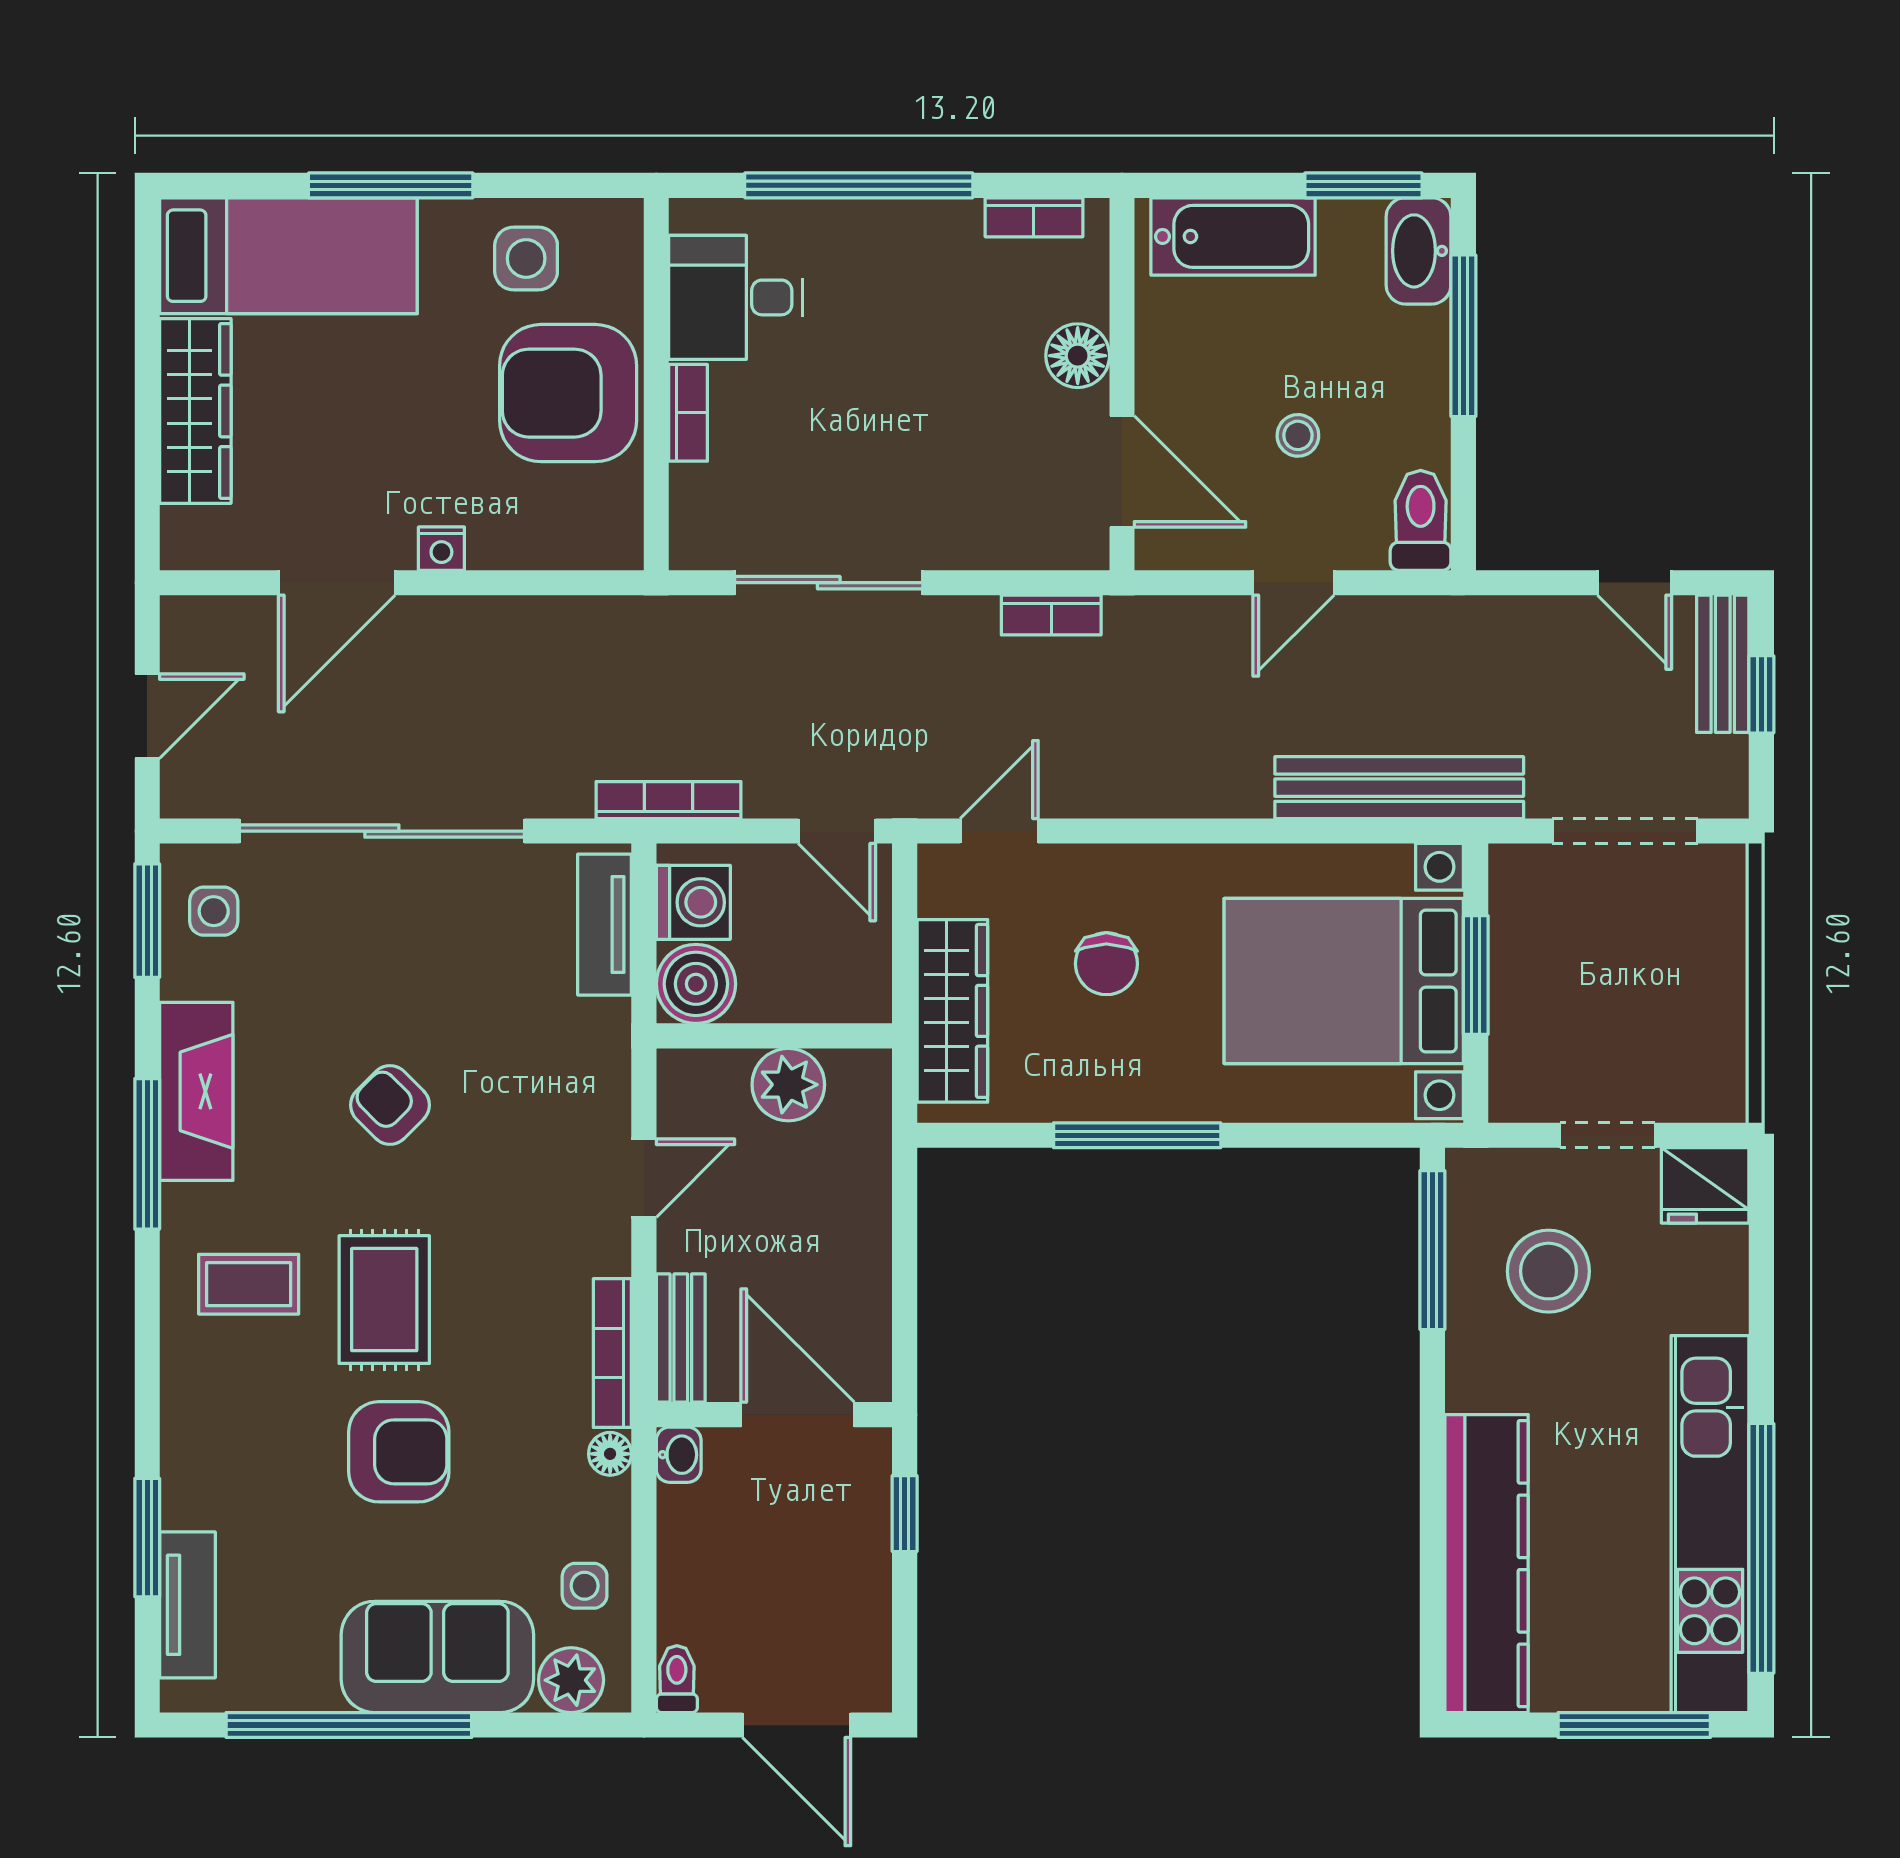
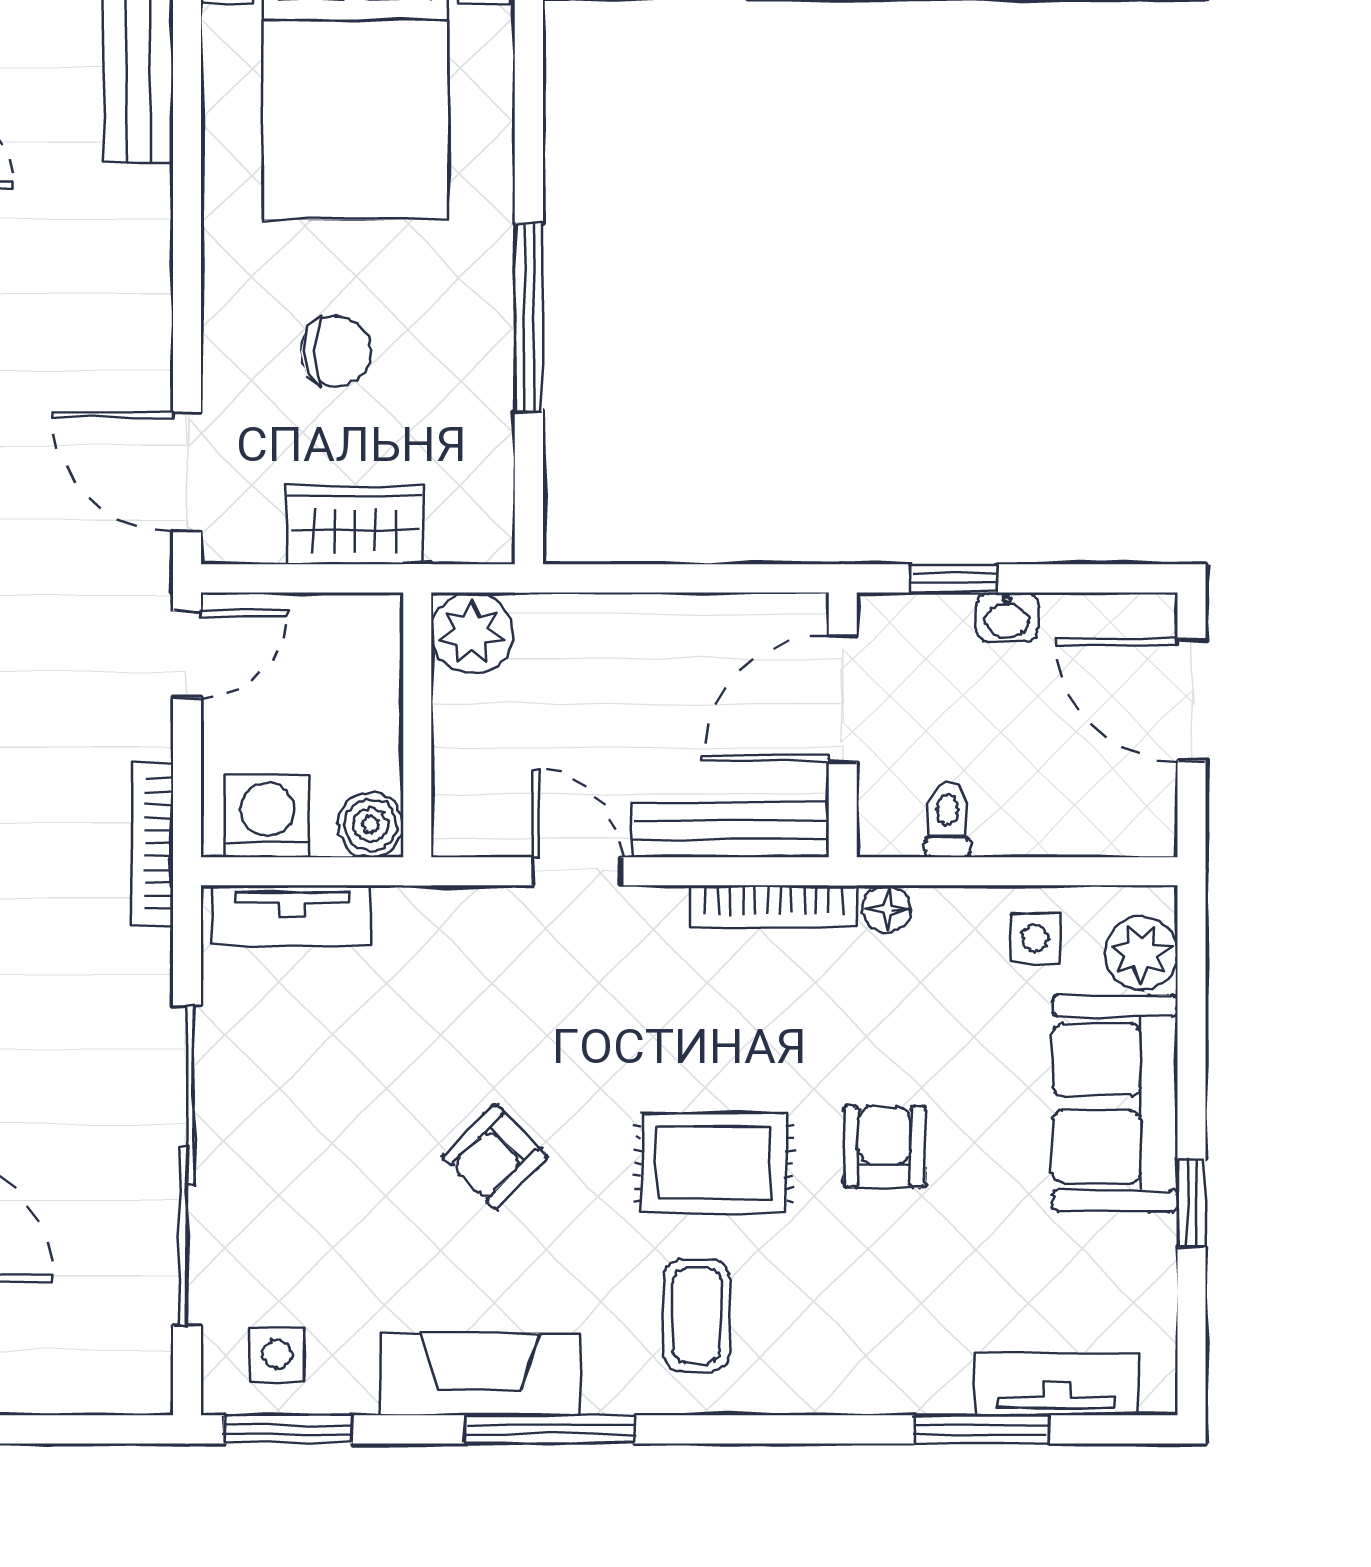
door: (147, 716) -> (58, 1429), removed
door: (999, 831) -> (187, 472), width x1.38
boiler: (696, 984) -> (371, 825), width x0.73, depth x0.73
wardrobe: (952, 1011) -> (355, 525), width x0.67
plant: (788, 1085) -> (472, 633), moved
bench: (681, 1338) -> (731, 830), width x1.36
armchair: (399, 1452) -> (885, 1147), width x0.72, depth x0.72
washbasin: (679, 1455) -> (1007, 617), moved, turned 180
toilet: (677, 1679) -> (947, 820), moved, turned 90
window: (349, 1725) -> (1192, 1203), width x0.32
door: (797, 1725) -> (1192, 700), swing flipped

